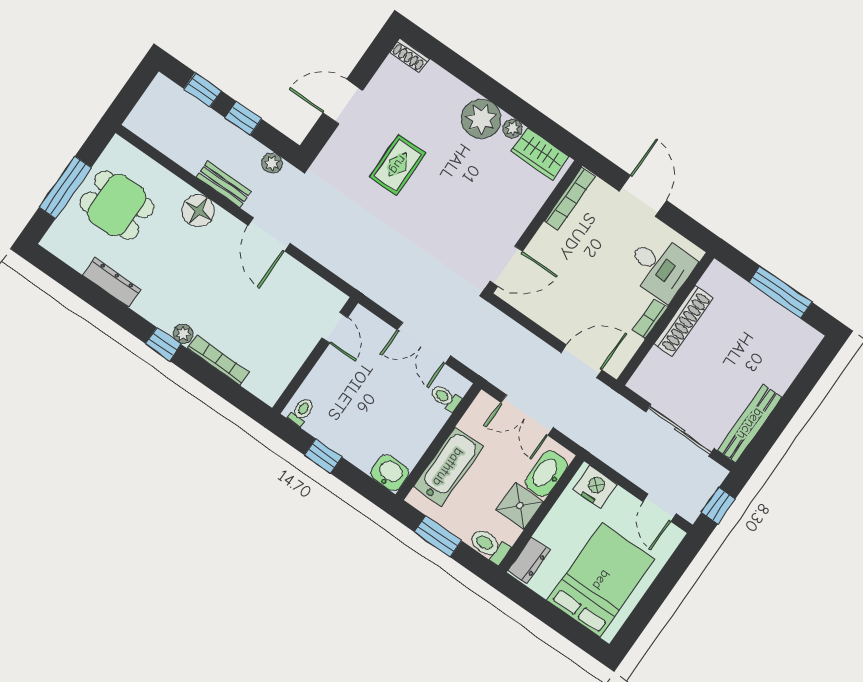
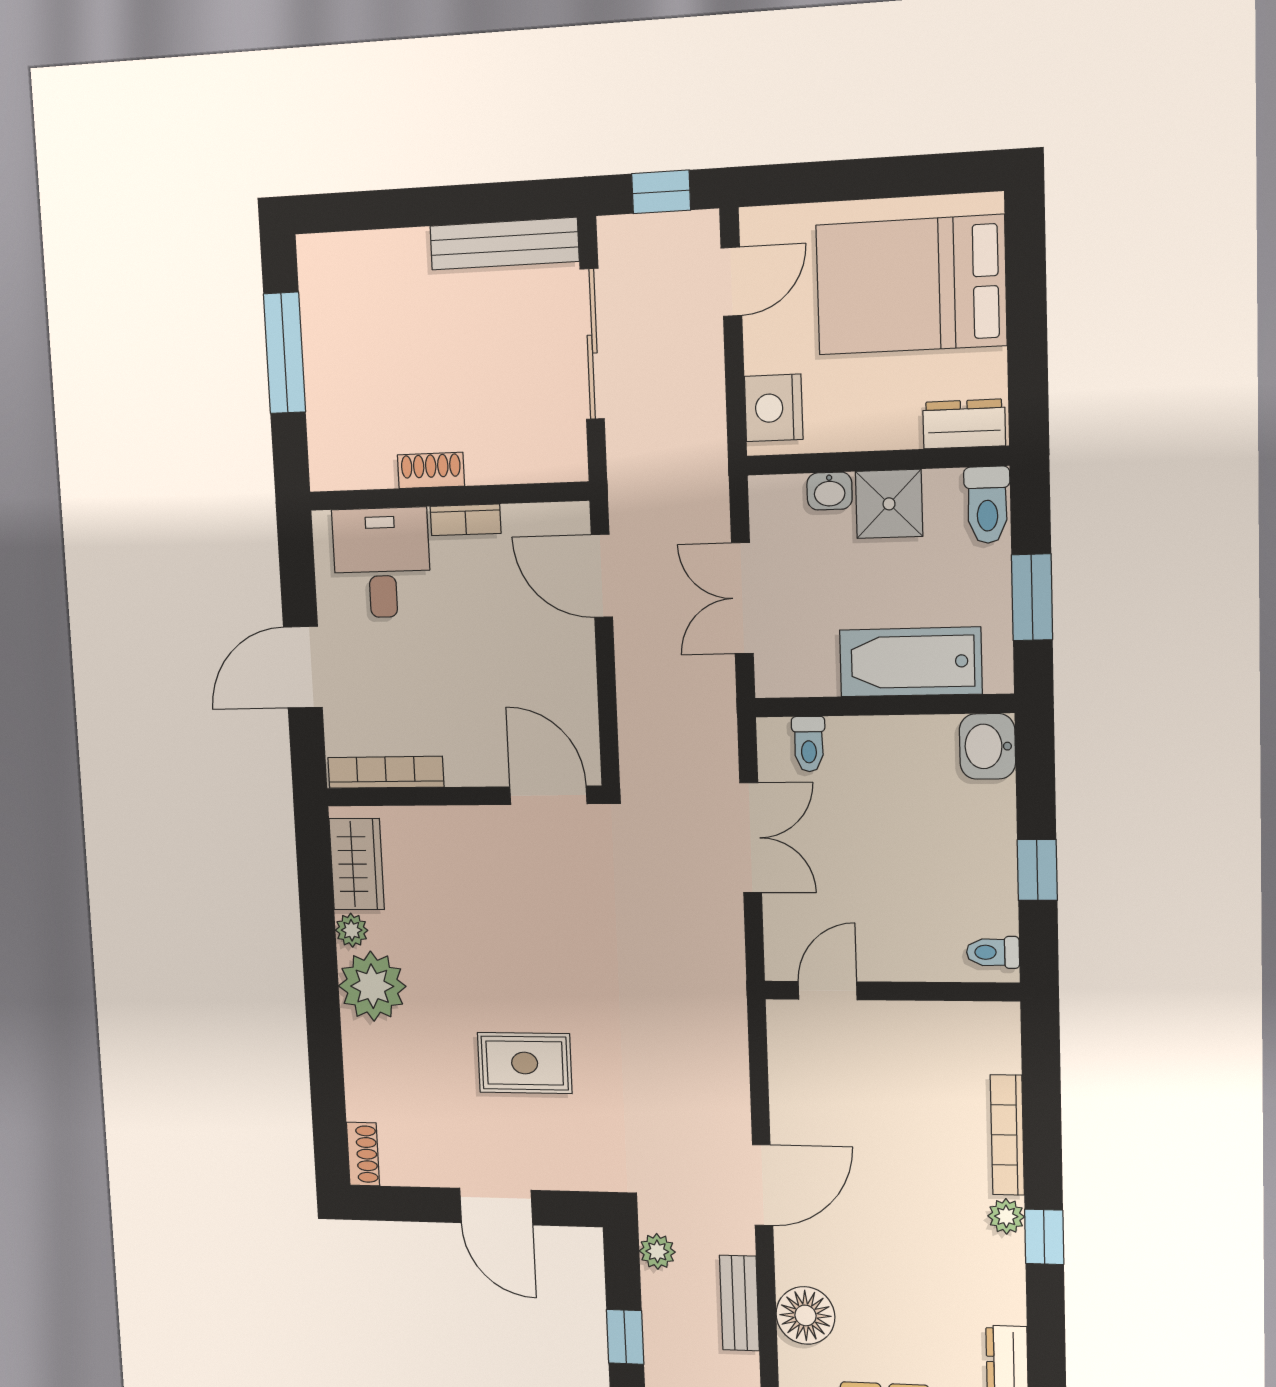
shoe rack: (684, 321) -> (431, 470), width x0.51, depth x0.81
double door: (527, 415) -> (742, 598), swing flipped
washbasin: (546, 474) -> (830, 491), width x0.52, depth x0.69

